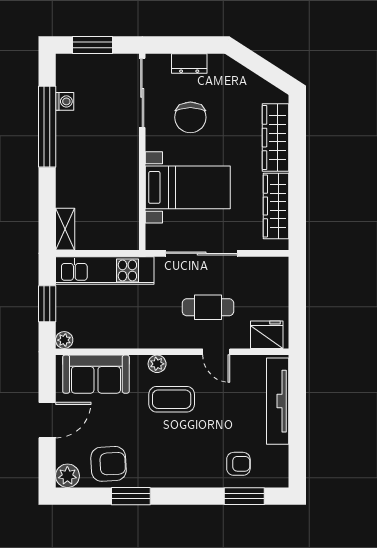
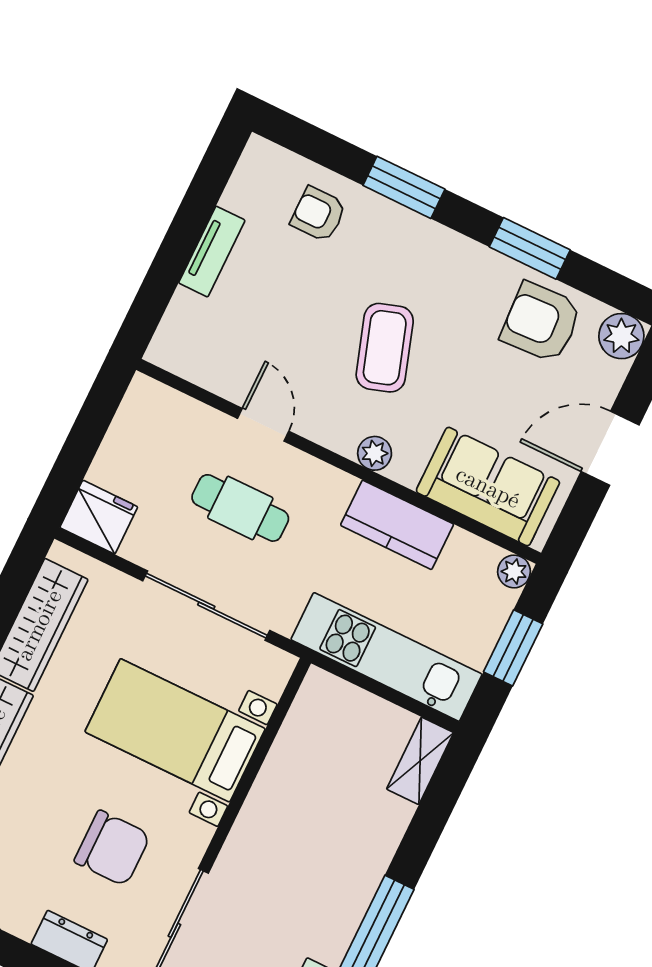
chair: (190, 117) -> (112, 848), turned 90
kitchen counter: (130, 335) -> (397, 525), added
fridge: (267, 335) -> (99, 517), moved, turned 180
coffee table: (172, 399) -> (385, 348), moved, turned 72
tv unit: (278, 401) -> (212, 252), width x0.52, depth x0.78
window: (244, 496) -> (404, 187), moved

